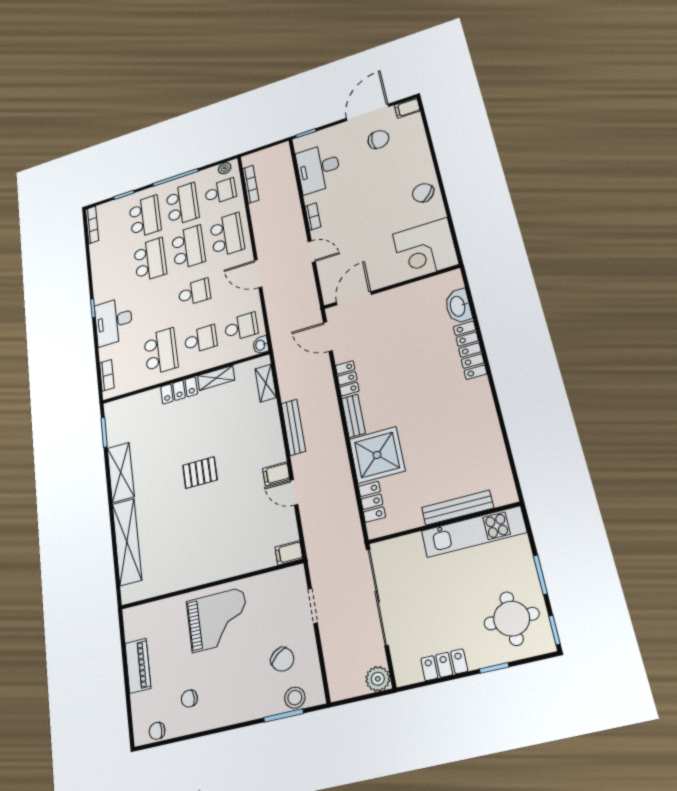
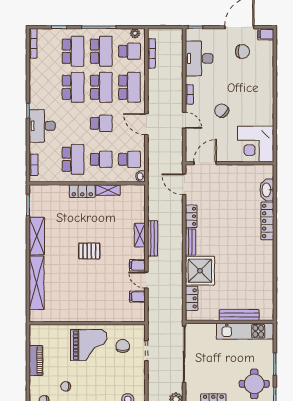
chair: (423, 193) -> (222, 111), moved
shelving: (266, 383) -> (140, 235), moved
filing cabinet: (289, 553) -> (137, 297), moved
chair: (282, 659) -> (123, 346), moved, turned -142

